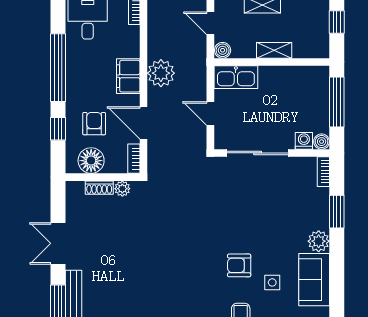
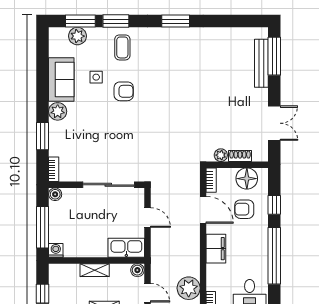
plant: (161, 73) -> (189, 288), moved
armchair: (94, 124) -> (244, 209), turned 90
washing machine: (304, 141) -> (56, 250), moved, turned 180
double door: (58, 243) -> (274, 123), moved

